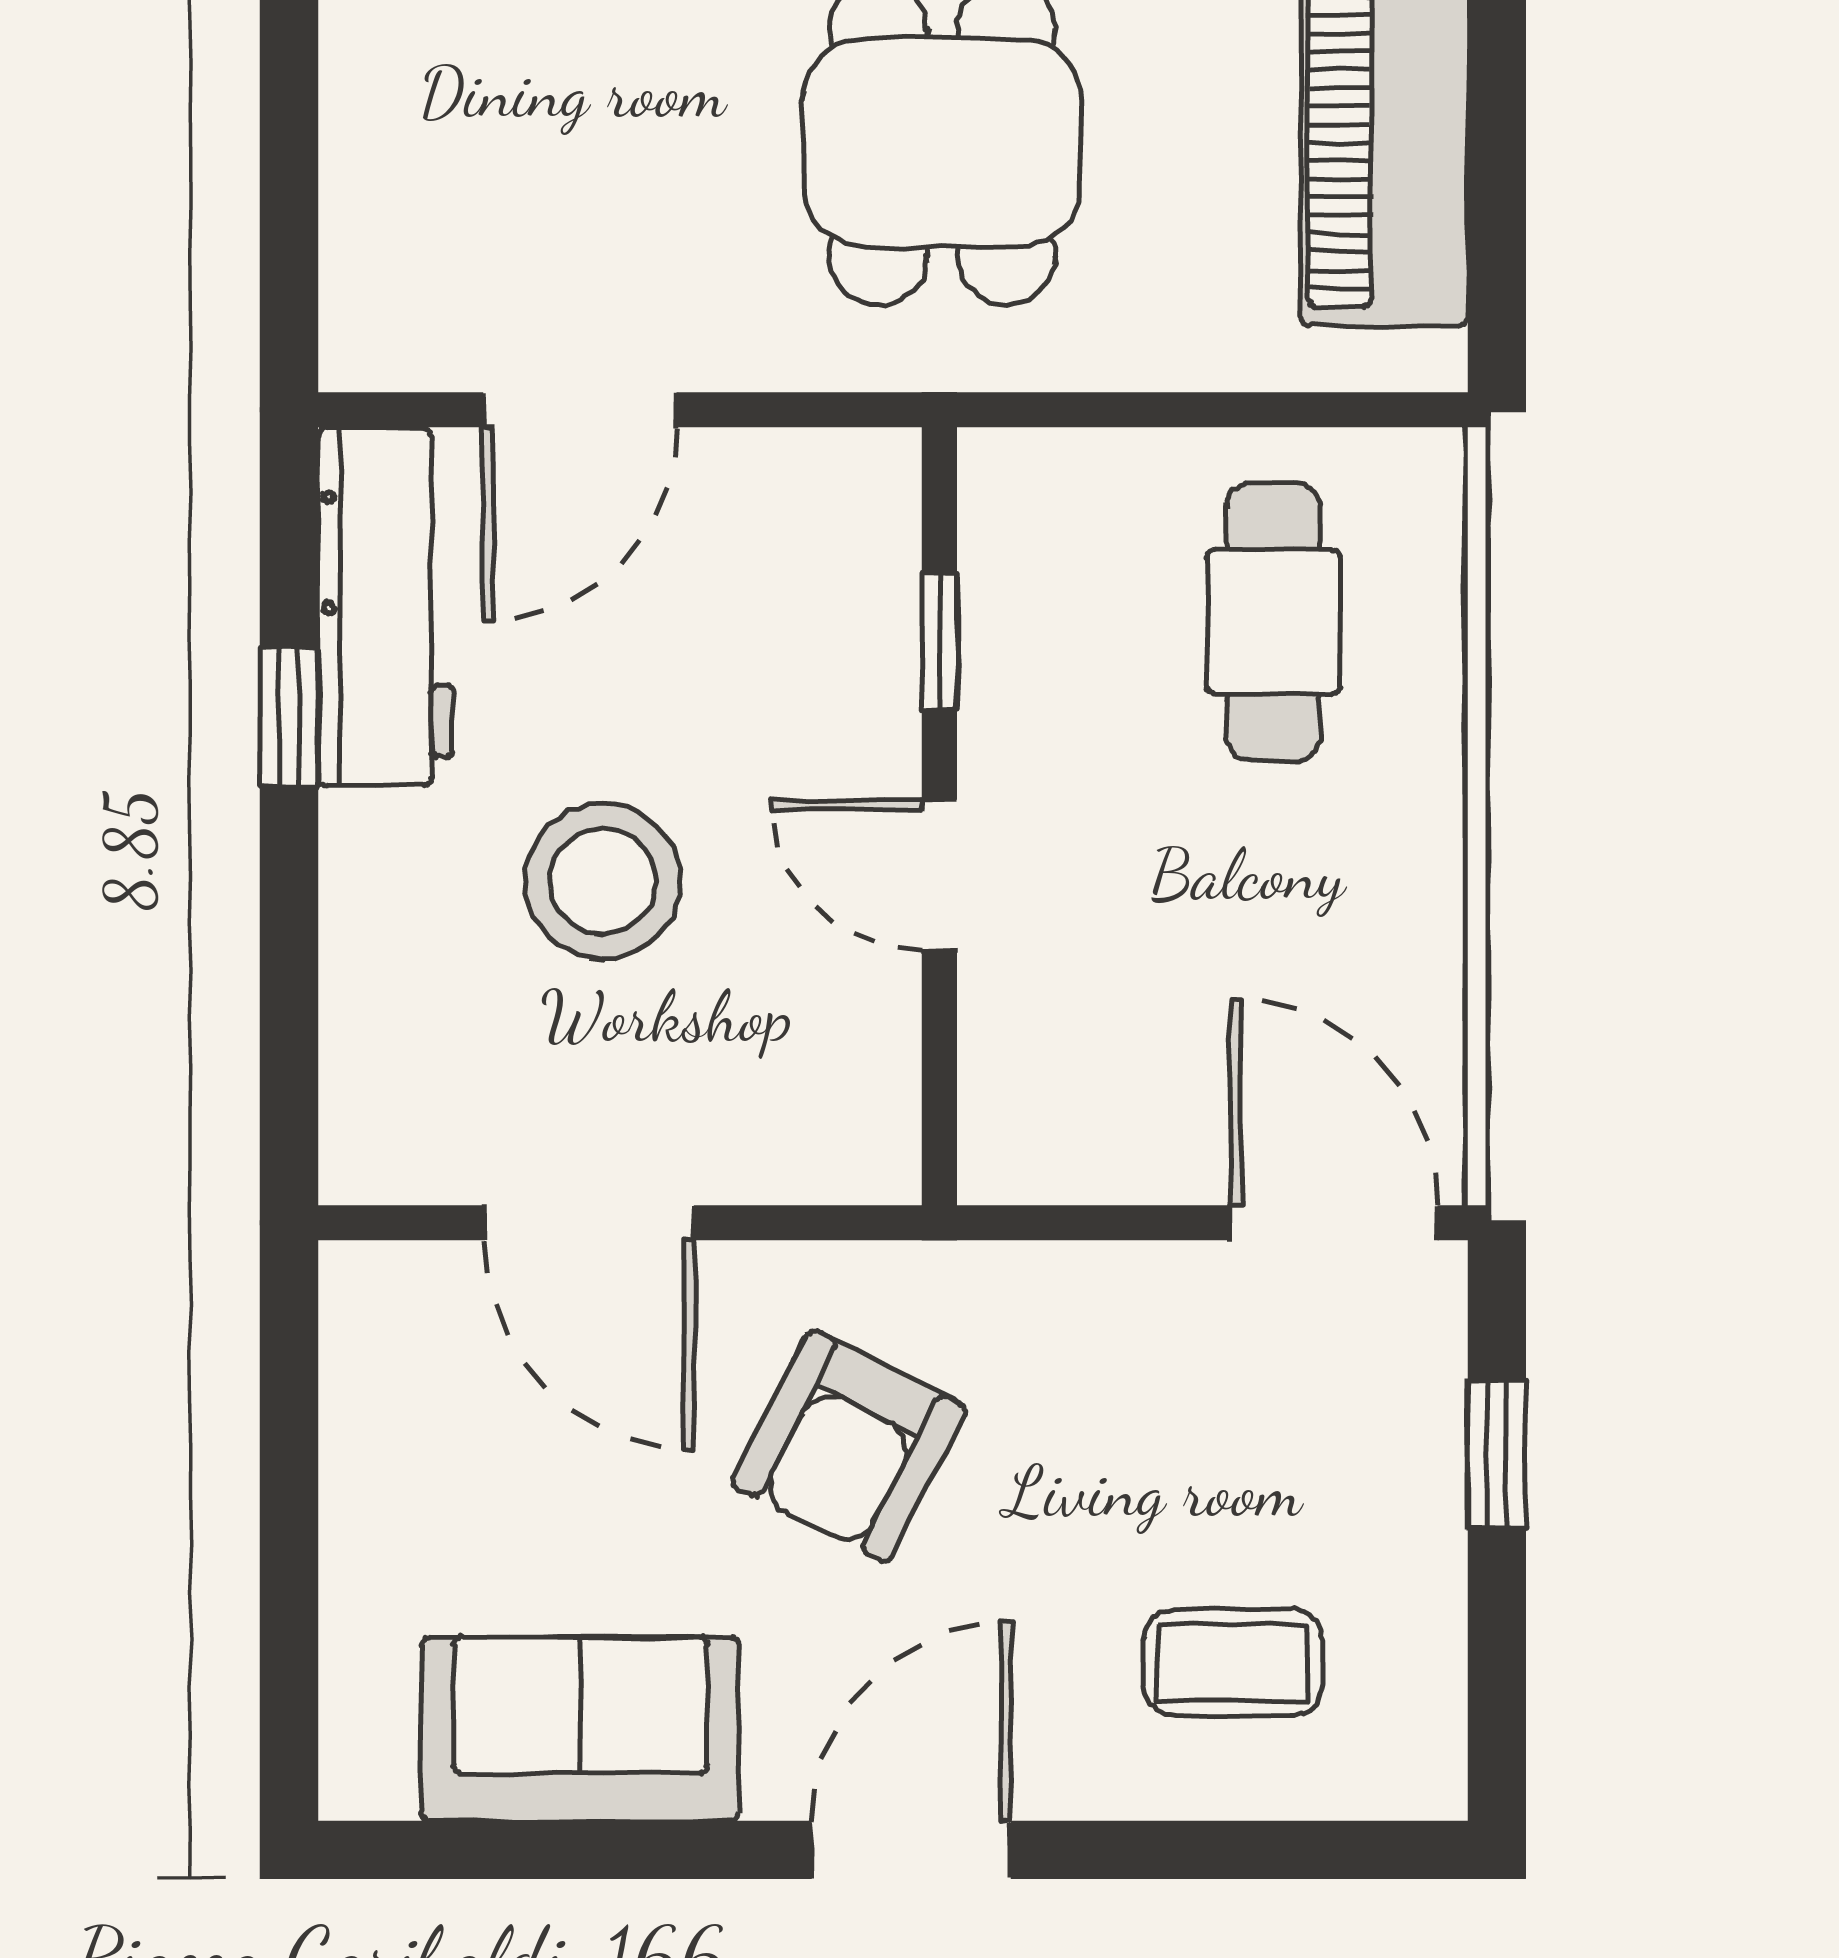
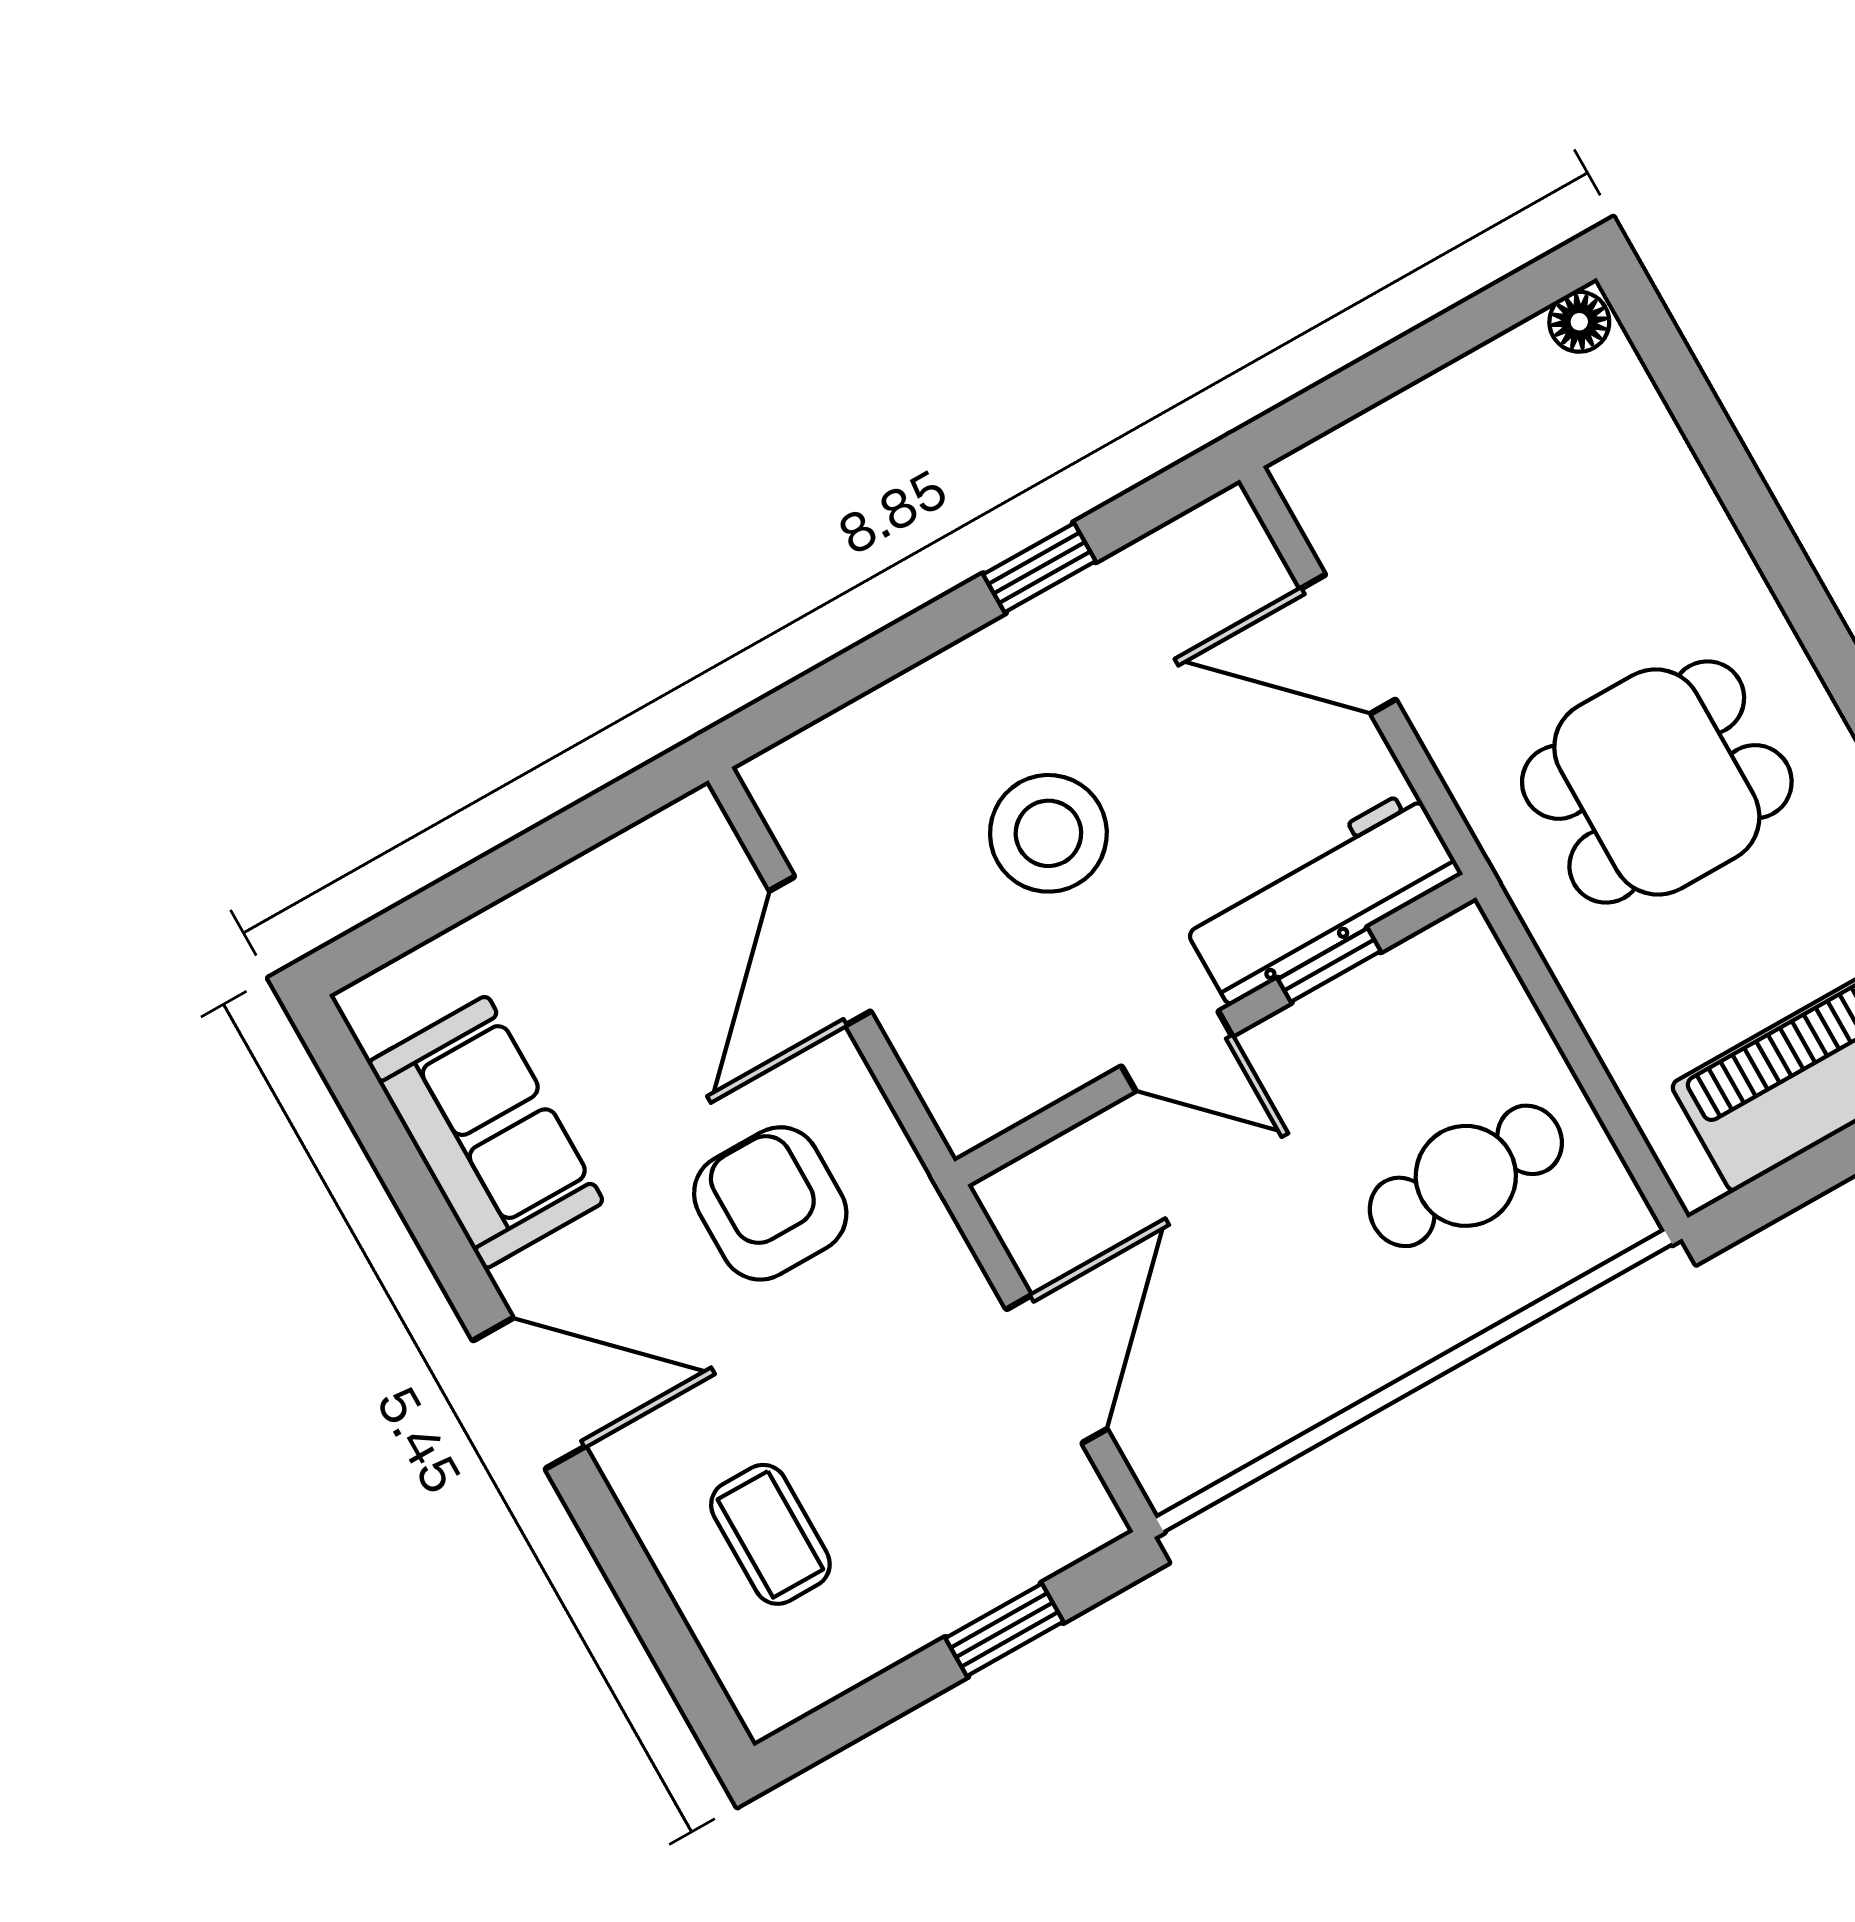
workbench: (385, 607) -> (1321, 896), moved, turned 180
door: (939, 875) -> (1177, 1051), swing flipped
door: (1334, 1223) -> (1057, 1369), moved
armchair: (849, 1446) -> (770, 1203), turned 63

